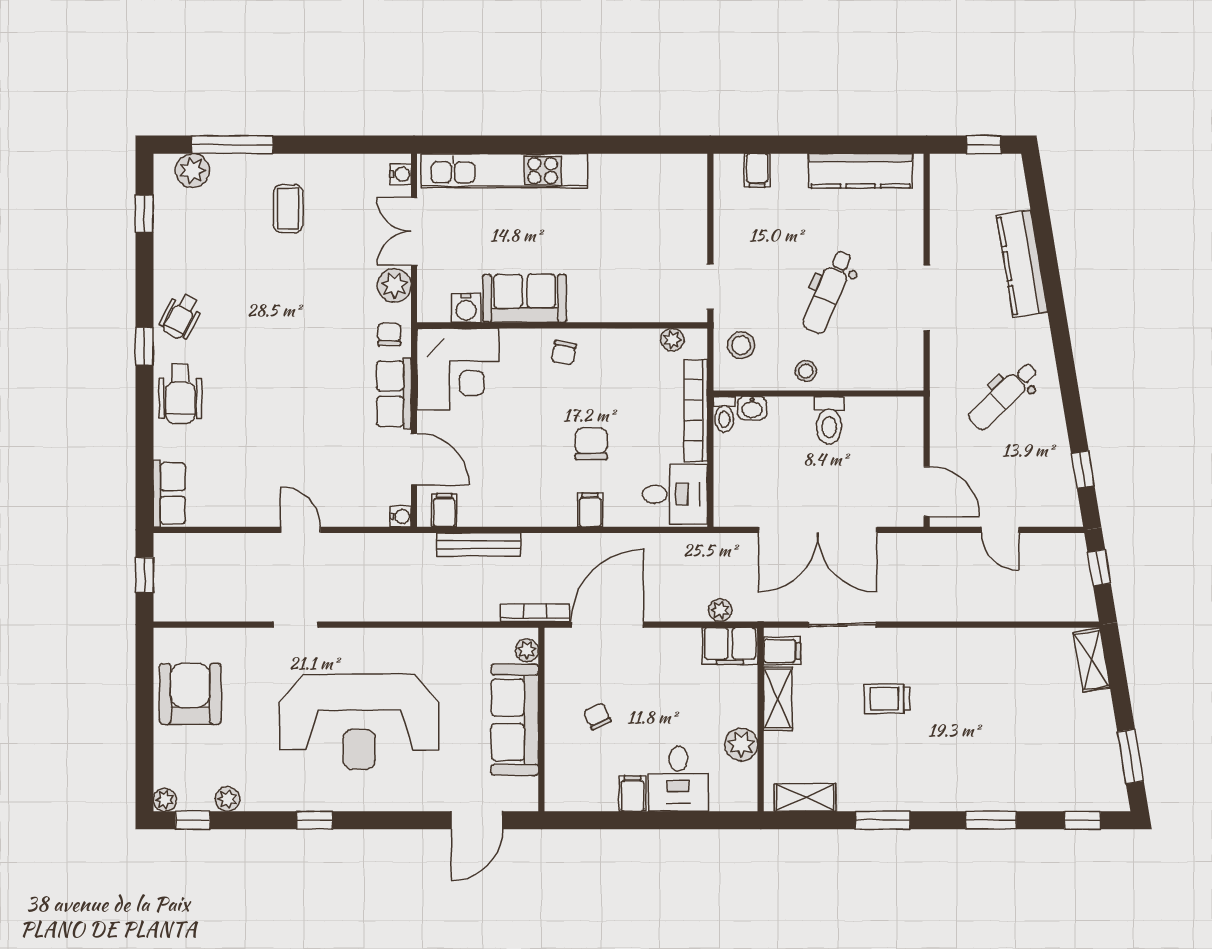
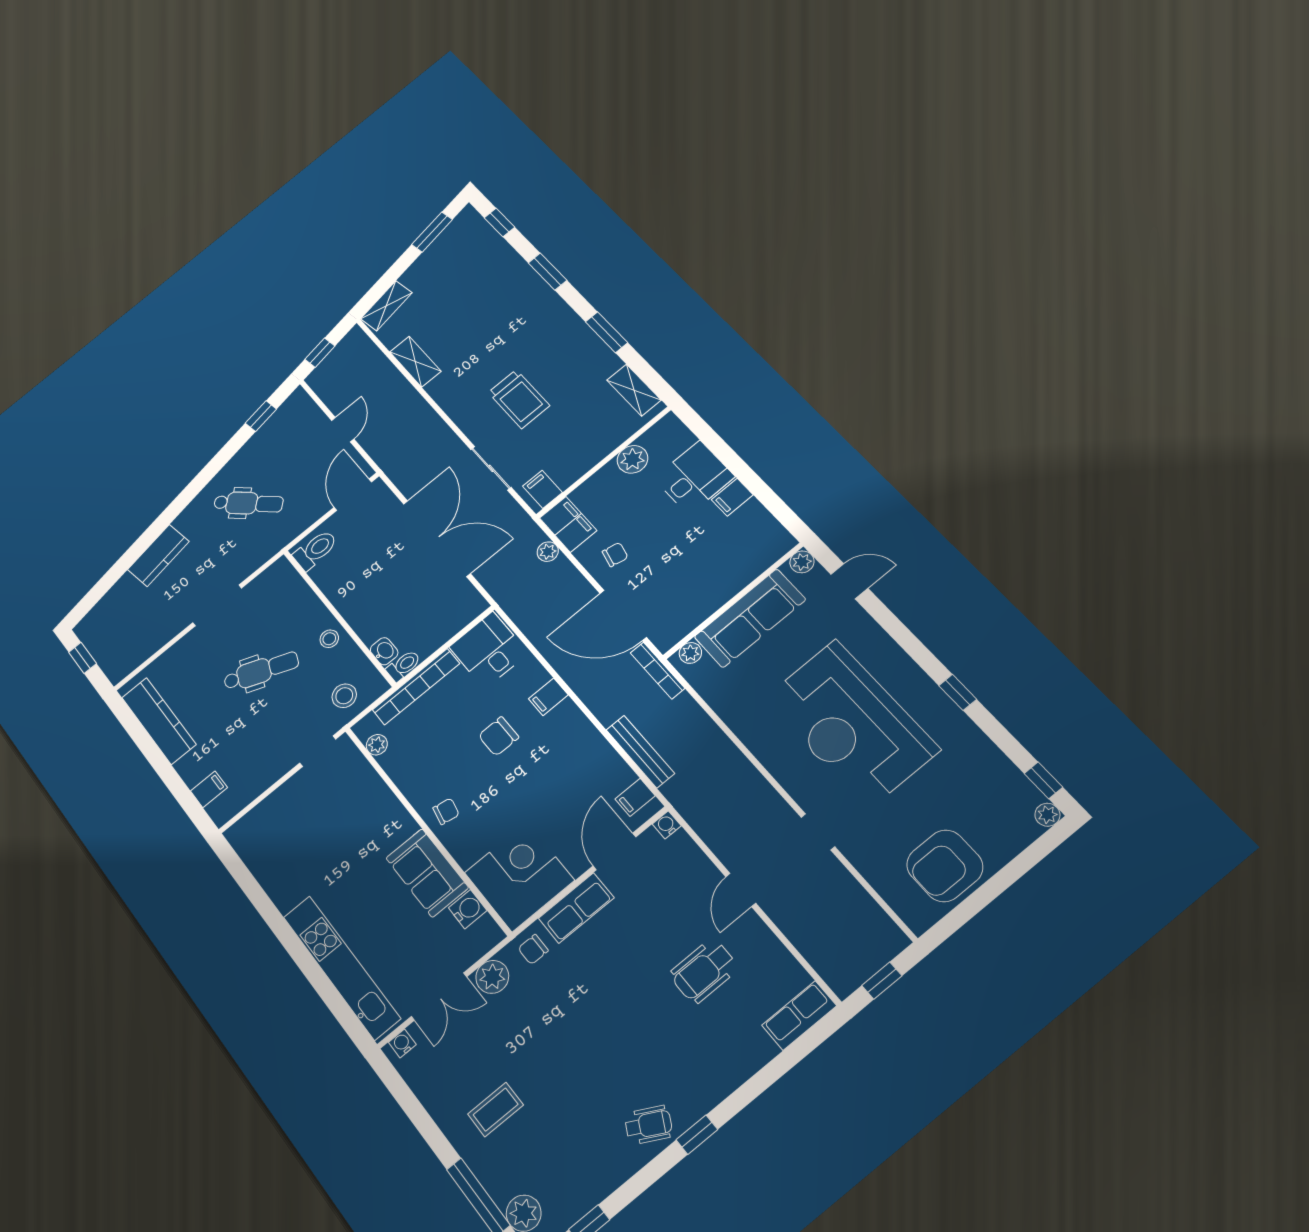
kitchen counter: (1022, 264) -> (158, 556), width x0.67
wheelchair: (180, 394) -> (704, 971), moved, turned 180
toilet: (829, 420) -> (315, 550), moved
shelving: (778, 699) -> (415, 362), moved, turned 90
trolley: (887, 699) -> (519, 399), width x1.36, depth x1.39
chair: (597, 716) -> (615, 555), moved, turned -142
reception desk: (359, 722) -> (851, 724), turned 180
plant: (227, 799) -> (802, 562), moved
door: (477, 820) -> (849, 581), width x0.73

